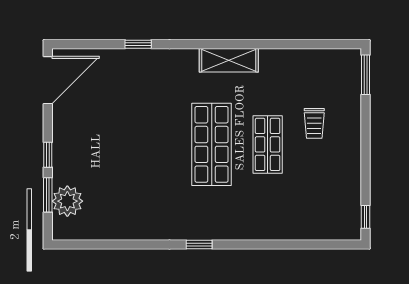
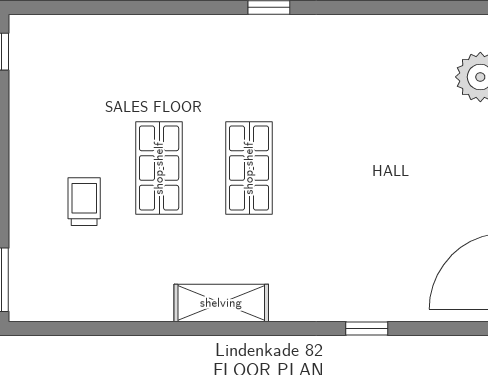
shop shelf: (212, 144) -> (249, 168), width x0.70, depth x0.74

